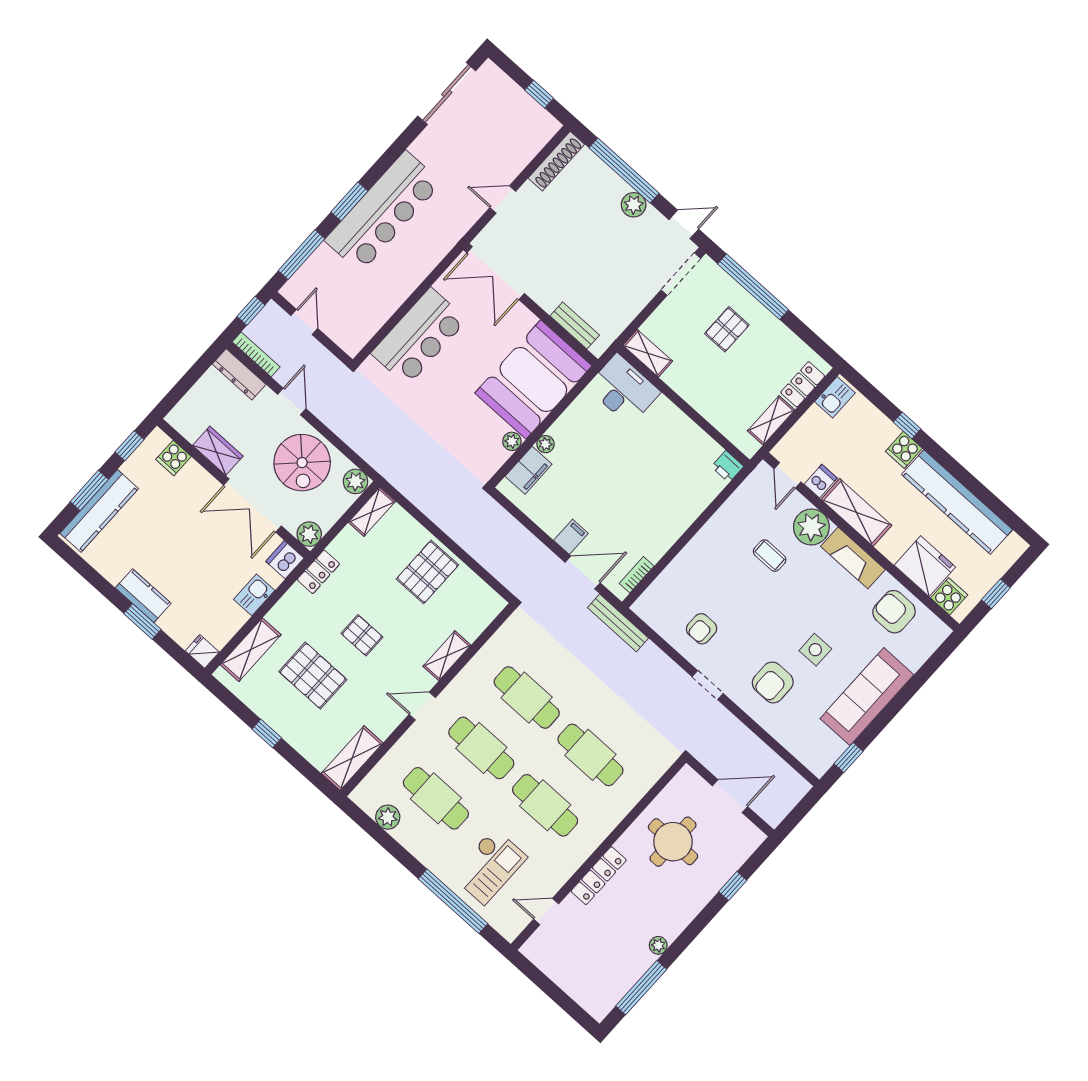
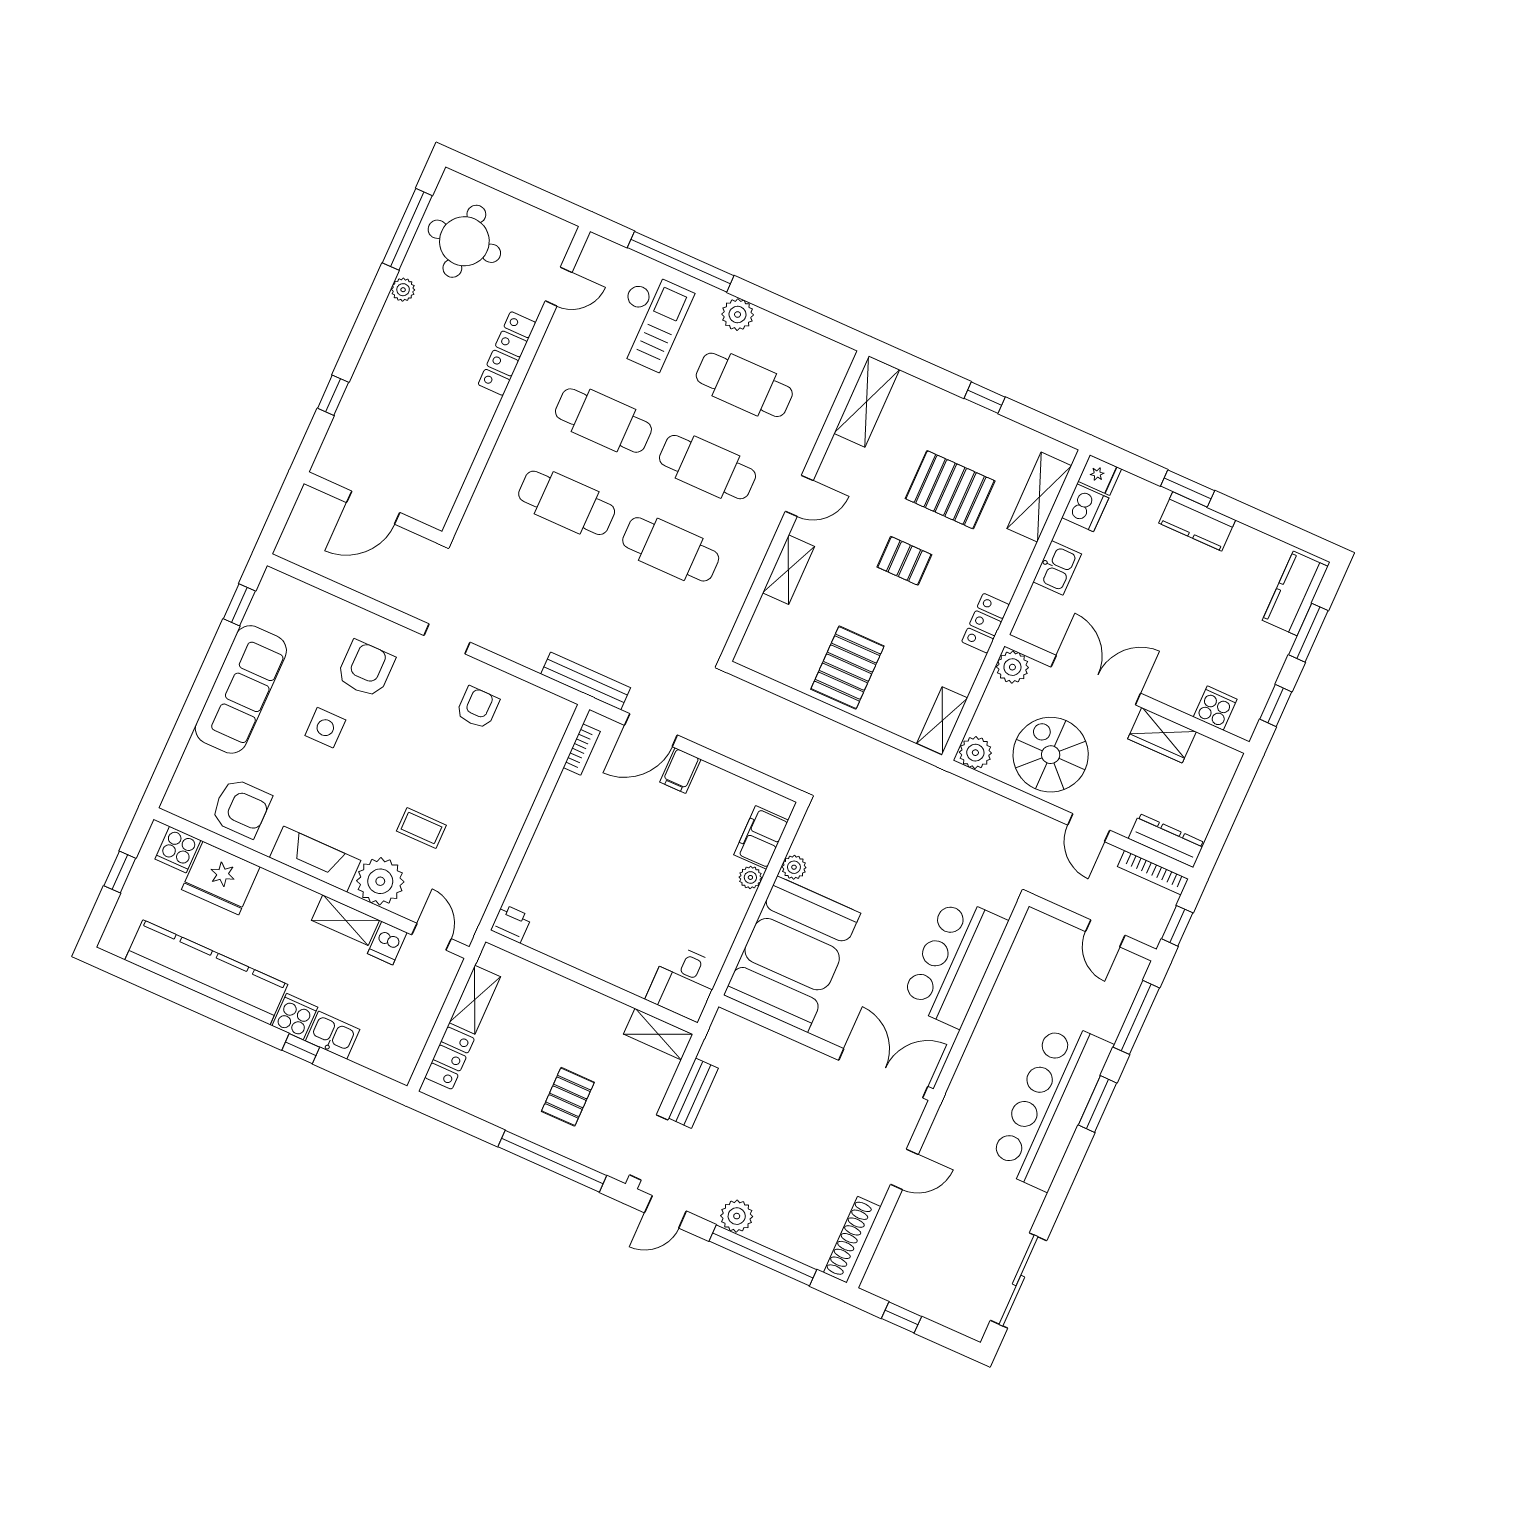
bench: (575, 325) -> (693, 1093), moved, turned 90
desk: (623, 390) -> (684, 983), width x0.73
kitchen sink: (835, 397) -> (333, 1035), moved, turned 90
kitchen counter: (99, 511) -> (1295, 593), width x0.67
shelving: (856, 512) -> (346, 920), width x0.67, depth x0.75
dishwasher: (285, 560) -> (1085, 508), moved
plant: (388, 817) -> (738, 315), moved
round table: (673, 842) -> (464, 241), moved
checkout: (489, 866) -> (649, 321), turned 180

